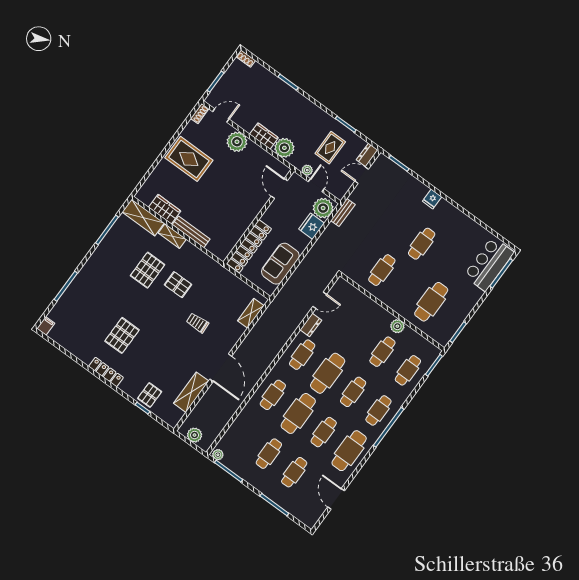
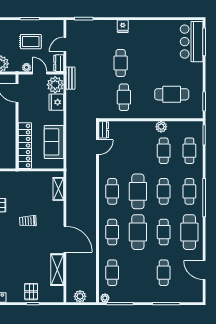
rug: (330, 148) -> (31, 42), turned 90
dresser: (367, 155) -> (59, 63), moved
cafe table: (422, 244) -> (121, 63), moved
cafe table: (431, 302) -> (172, 94), turned 90
dresser: (311, 325) -> (104, 130), moved
cafe table: (269, 454) -> (112, 273), moved

